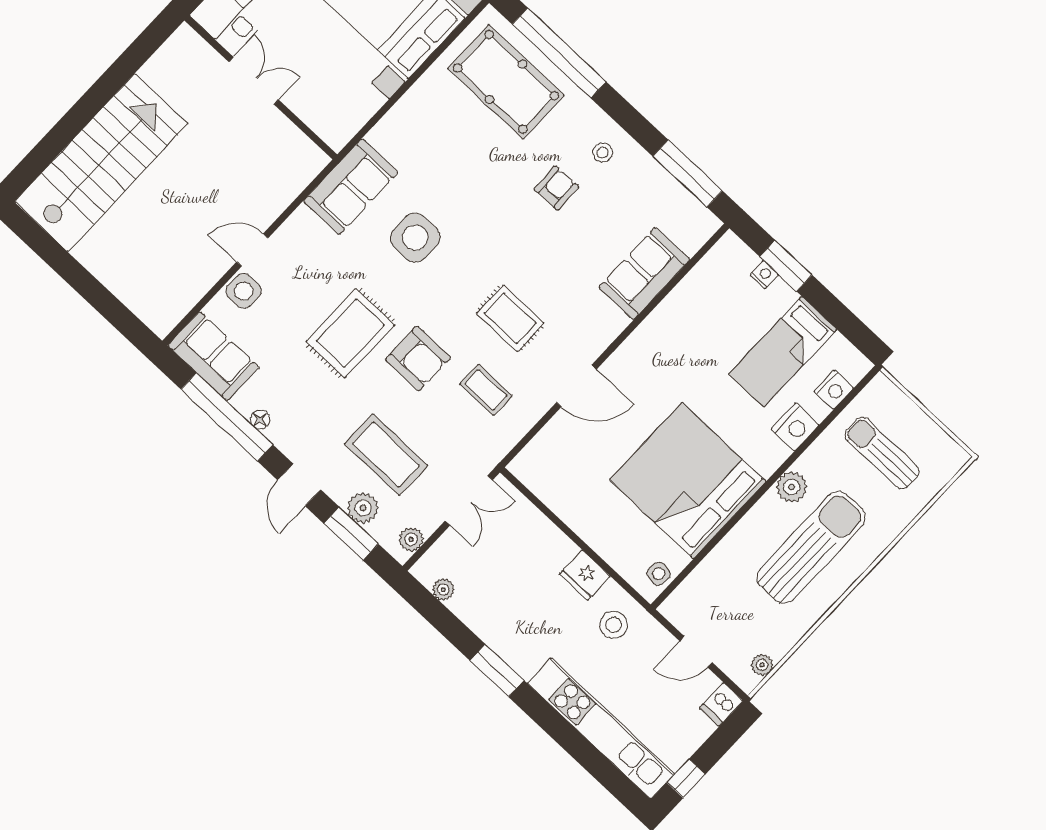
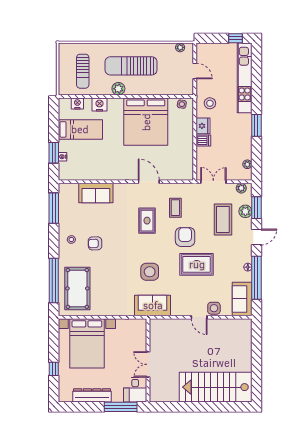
dishwasher: (721, 704) -> (203, 140), moved

